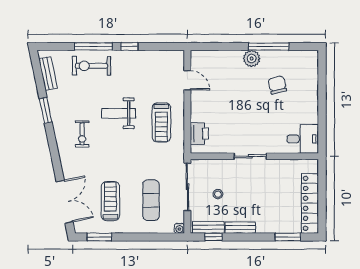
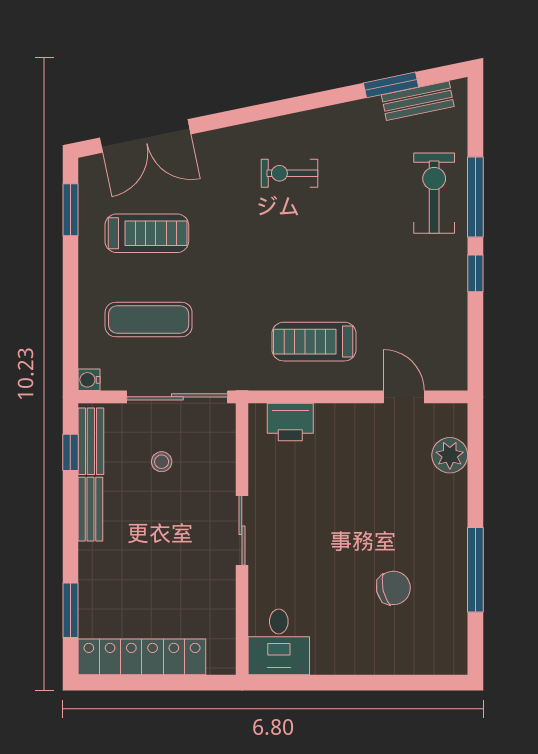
plant: (252, 58) -> (450, 455), moved
door: (187, 80) -> (404, 397), swing flipped
window: (46, 110) -> (391, 85), moved
weight bench: (118, 113) -> (333, 250), removed

